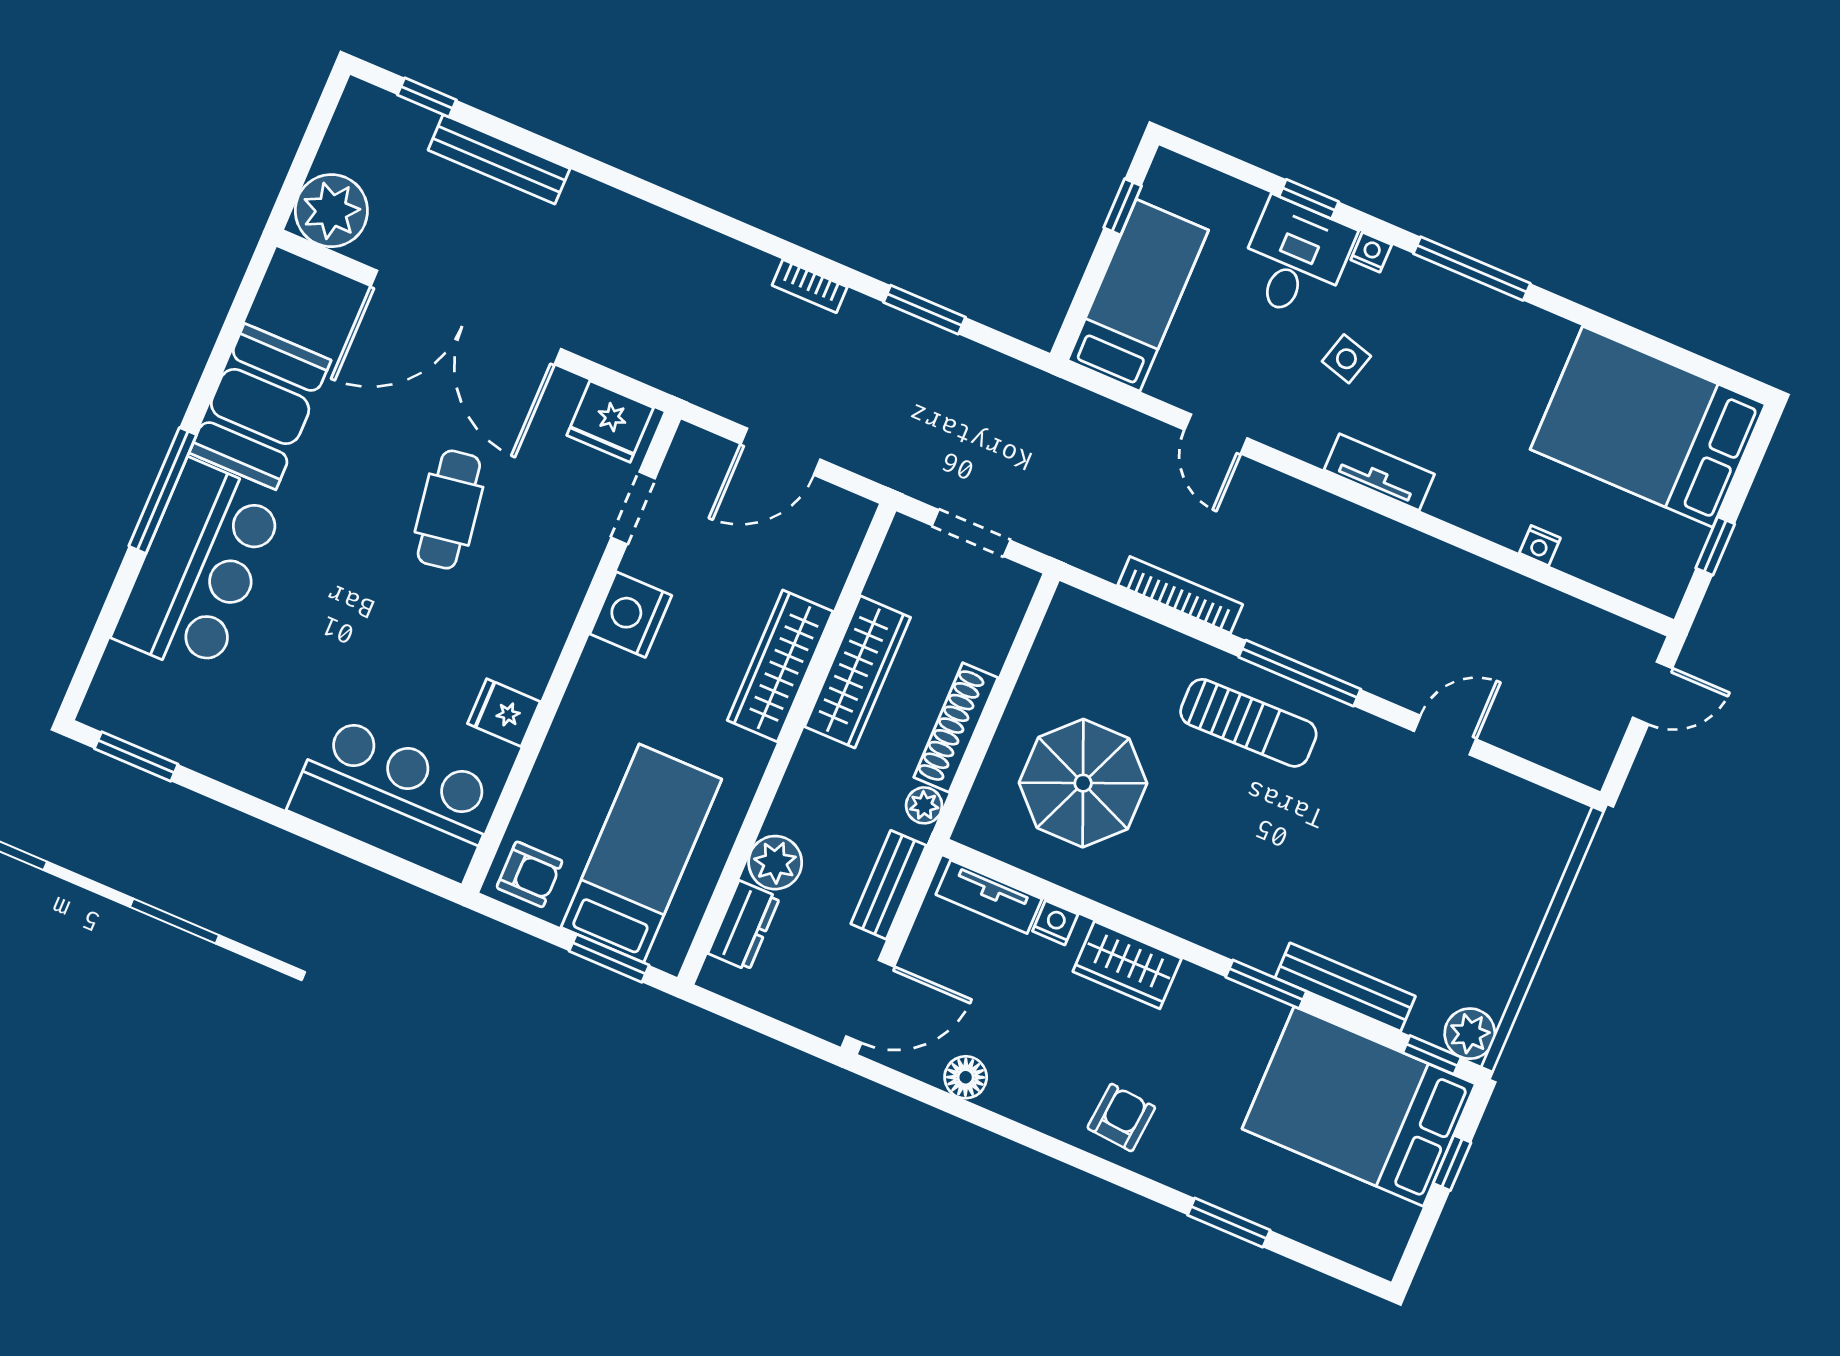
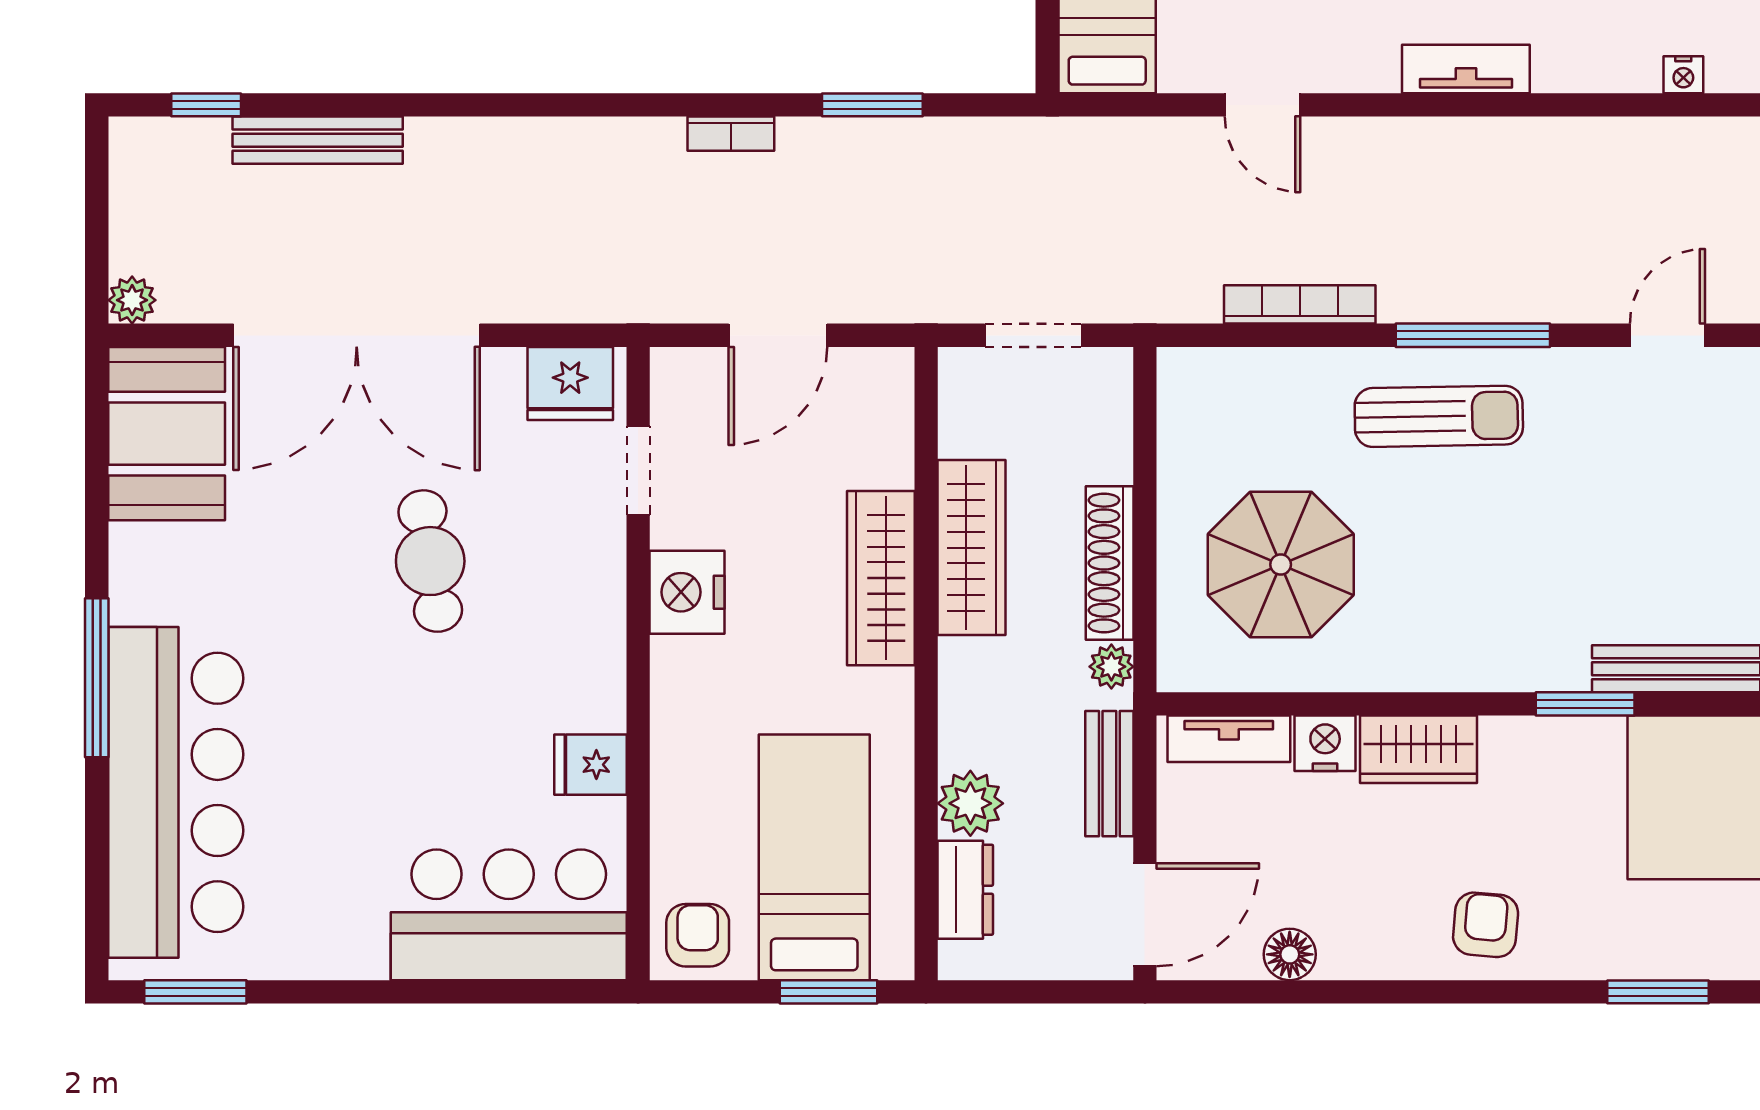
plant: (331, 211) -> (132, 300), width x0.53, depth x0.53
booth: (260, 406) -> (167, 434), moved
bar counter: (199, 568) -> (176, 792), width x1.36
armchair: (530, 874) -> (698, 935), turned -90
nightstand: (1055, 923) -> (1325, 743), width x1.39, depth x1.35

